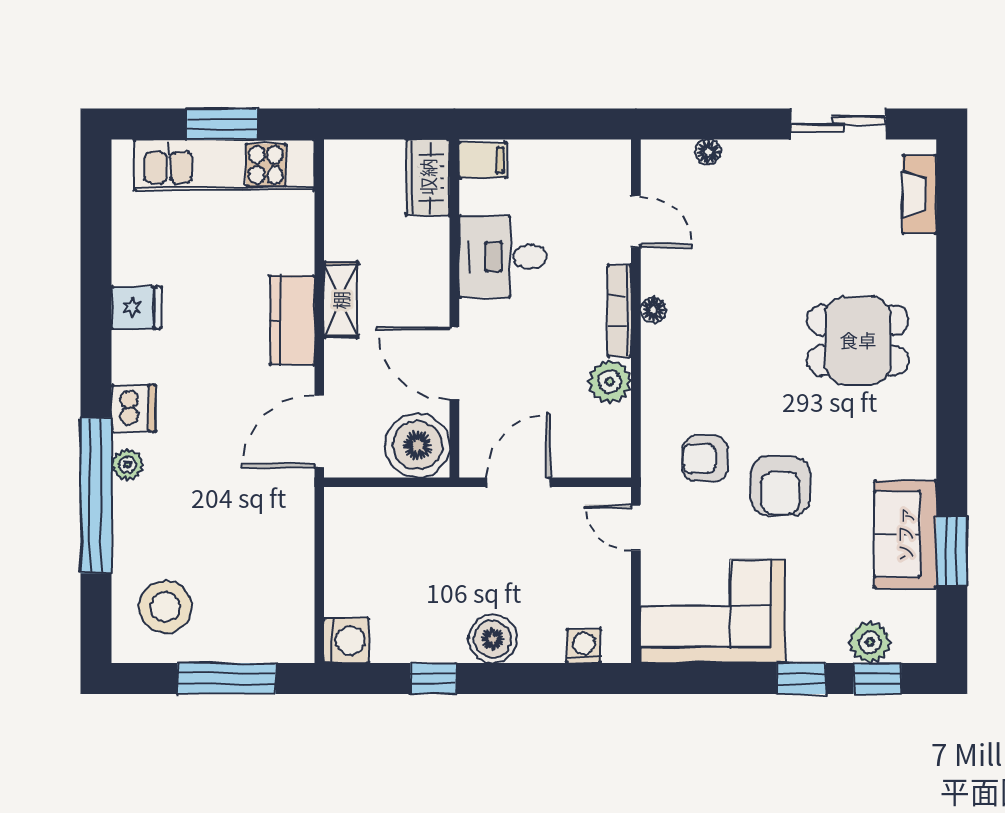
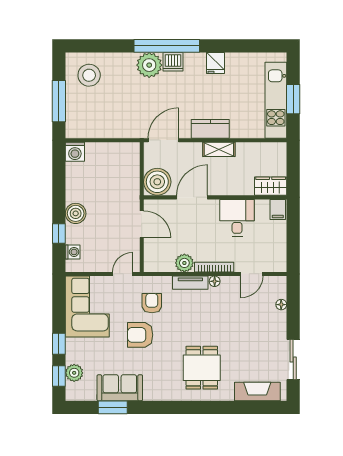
fireplace: (919, 194) -> (257, 391), width x1.37, depth x1.32
tv unit: (656, 367) -> (190, 283), added
door: (319, 431) -> (163, 140), hinge flipped
plant: (127, 465) -> (149, 65), width x1.87, depth x1.87
window: (96, 495) -> (167, 46), moved
window: (433, 679) -> (59, 234), moved

